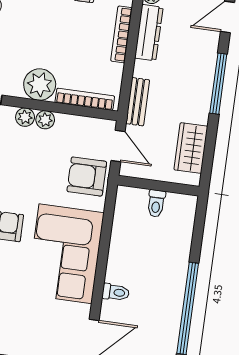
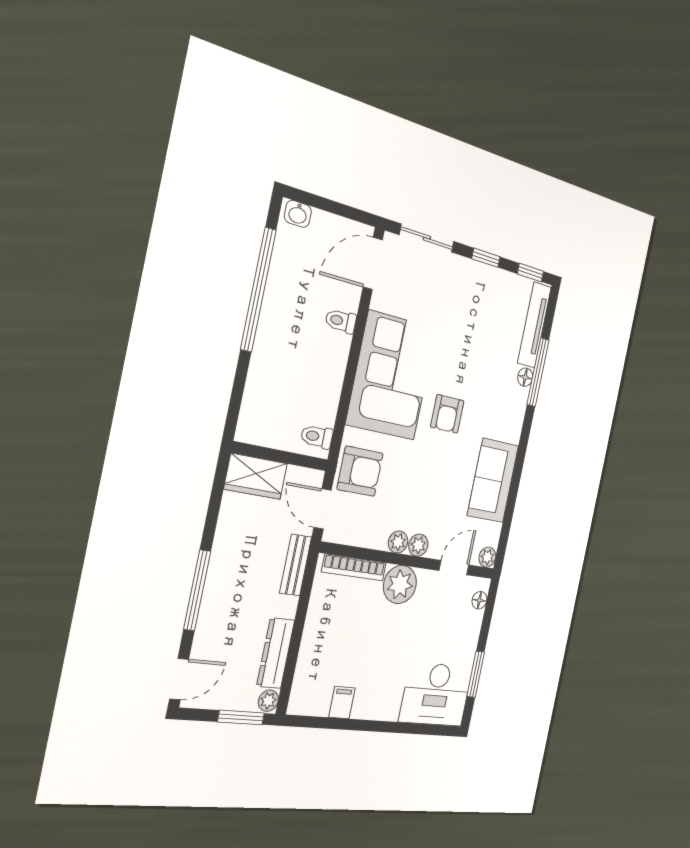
bookcase: (121, 34) -> (307, 649), removed
wardrobe: (191, 148) -> (256, 476), moved, turned 90
toilet: (156, 203) -> (317, 437), moved, turned -90

